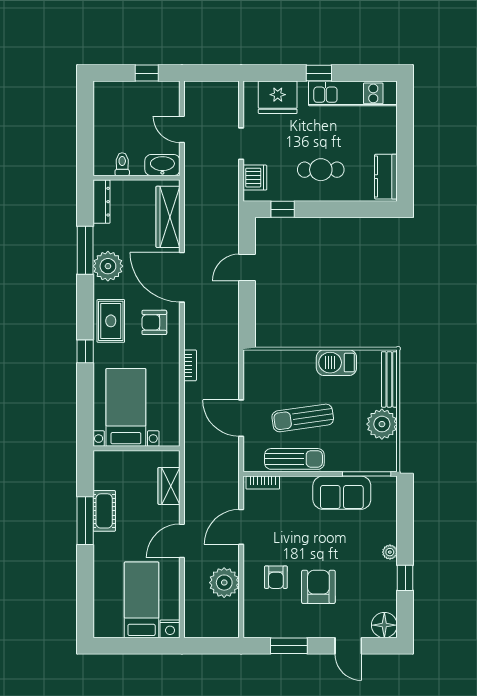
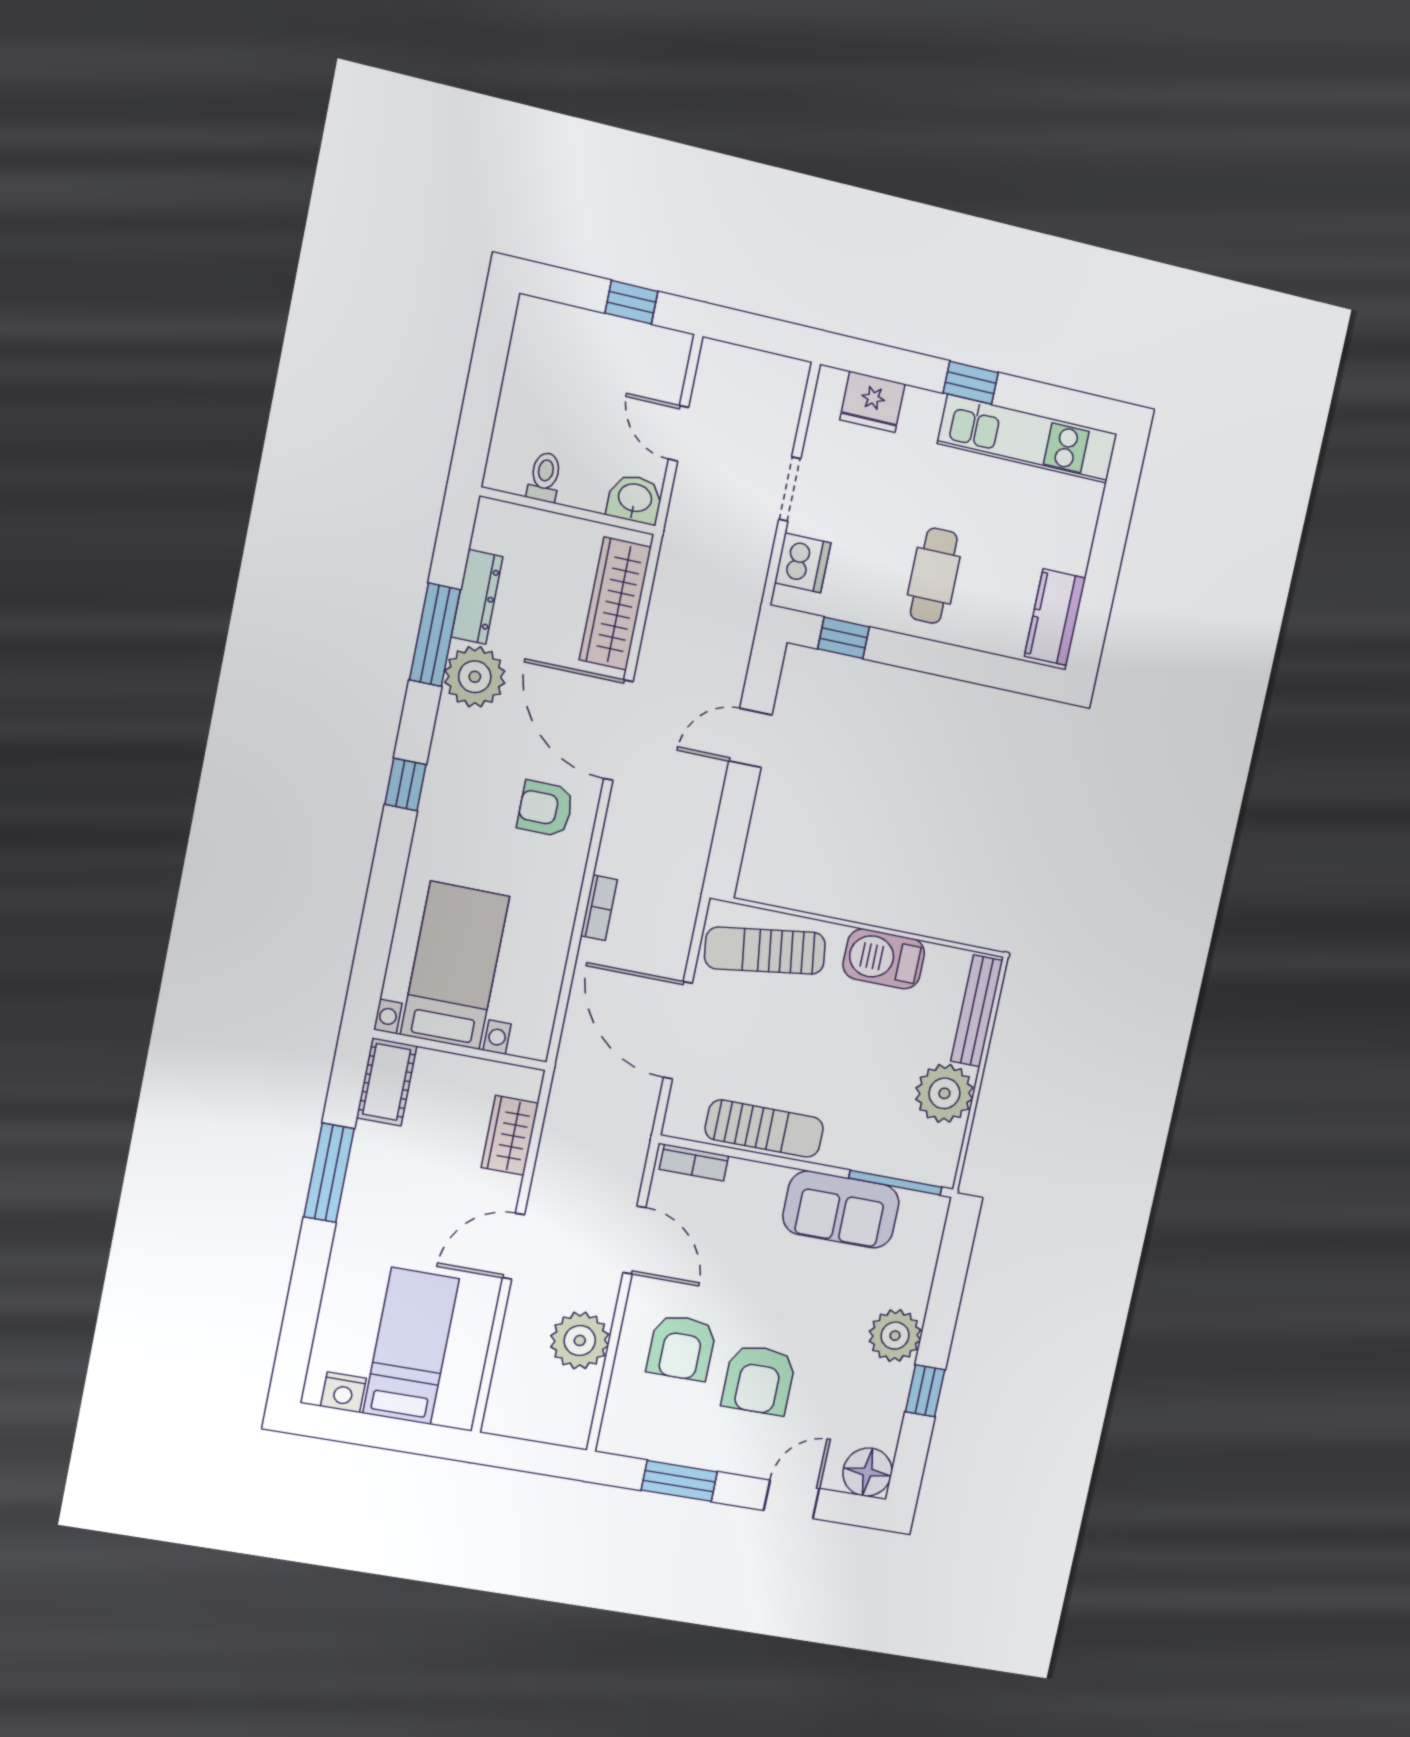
fridge: (278, 97) -> (872, 402), width x0.73, depth x0.75
washbasin: (162, 165) -> (635, 499), width x0.72
cafe table: (321, 170) -> (934, 576), turned 90
dresser: (101, 202) -> (477, 597), moved
rug: (111, 321) -> (459, 788), removed
window: (85, 351) -> (405, 785), moved
door: (241, 418) -> (678, 1030), width x1.36
sun lounger: (303, 418) -> (765, 951), moved
cot: (104, 511) -> (387, 1082), moved
door: (241, 527) -> (634, 1240), swing flipped
plant: (390, 552) -> (895, 1336), width x1.88, depth x1.88
armchair: (276, 577) -> (682, 1347), width x1.38, depth x1.38
armchair: (318, 587) -> (759, 1380), turned 180
nightstand: (170, 629) -> (343, 1392), moved
door: (348, 646) -> (792, 1499), swing flipped

